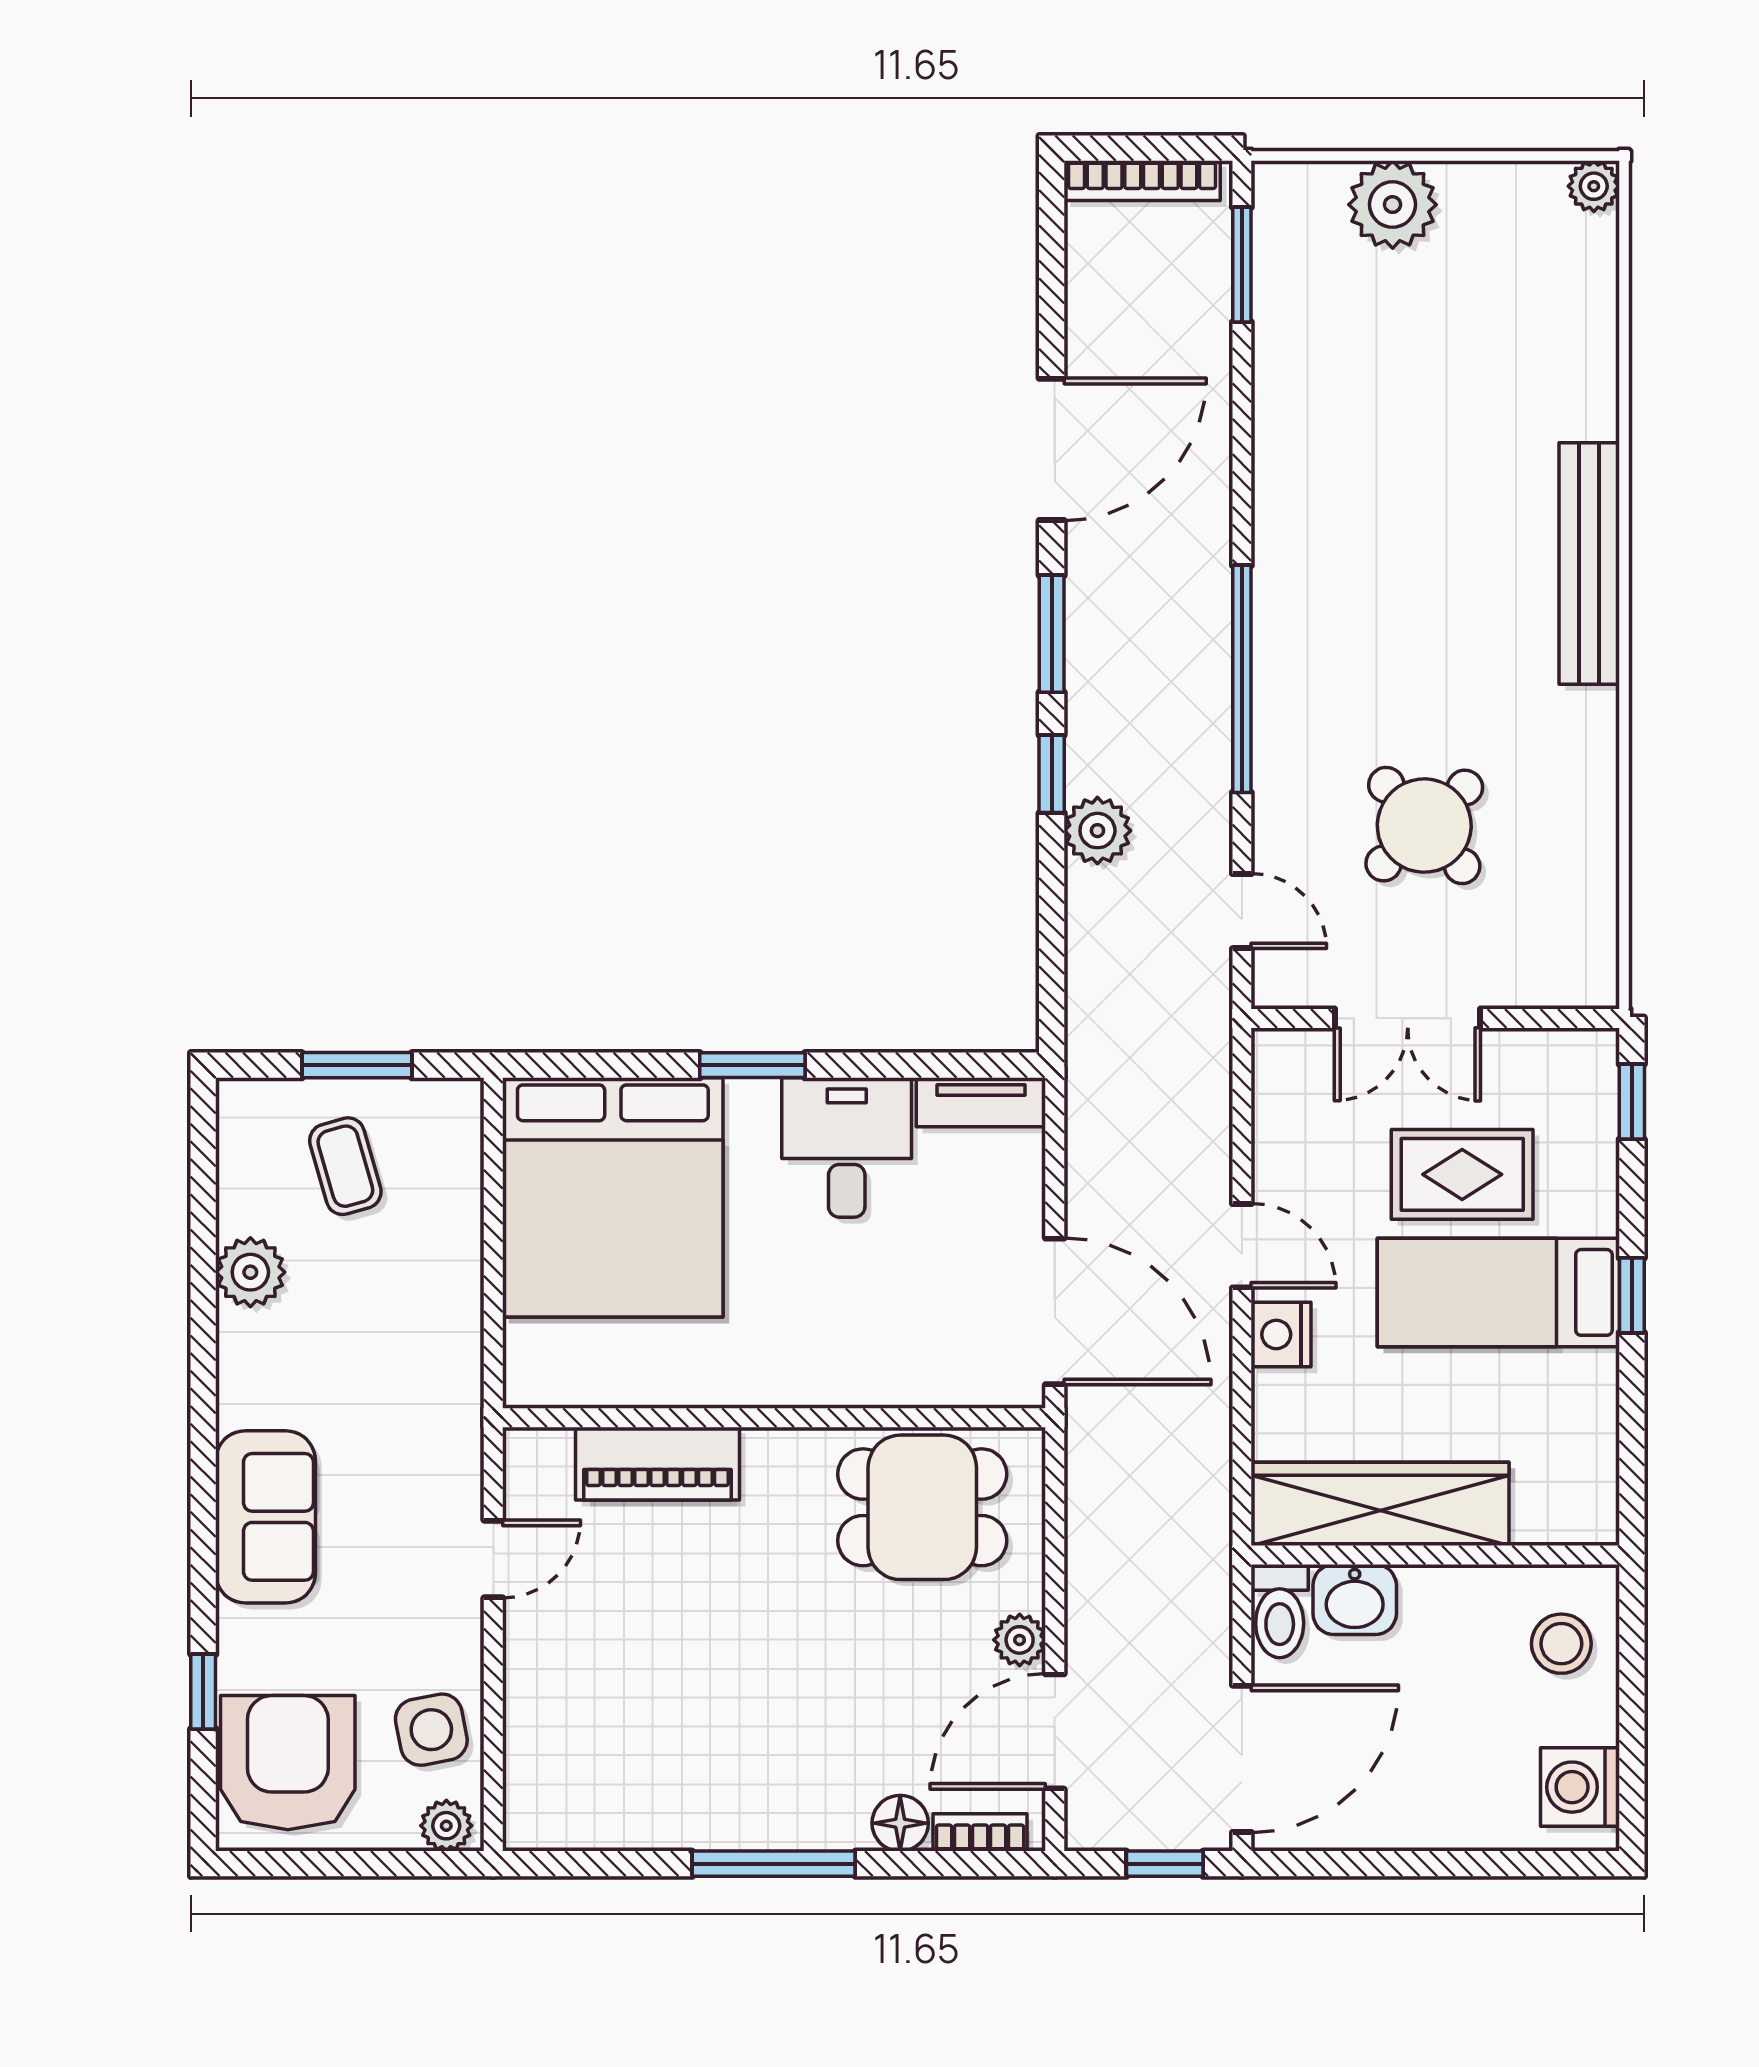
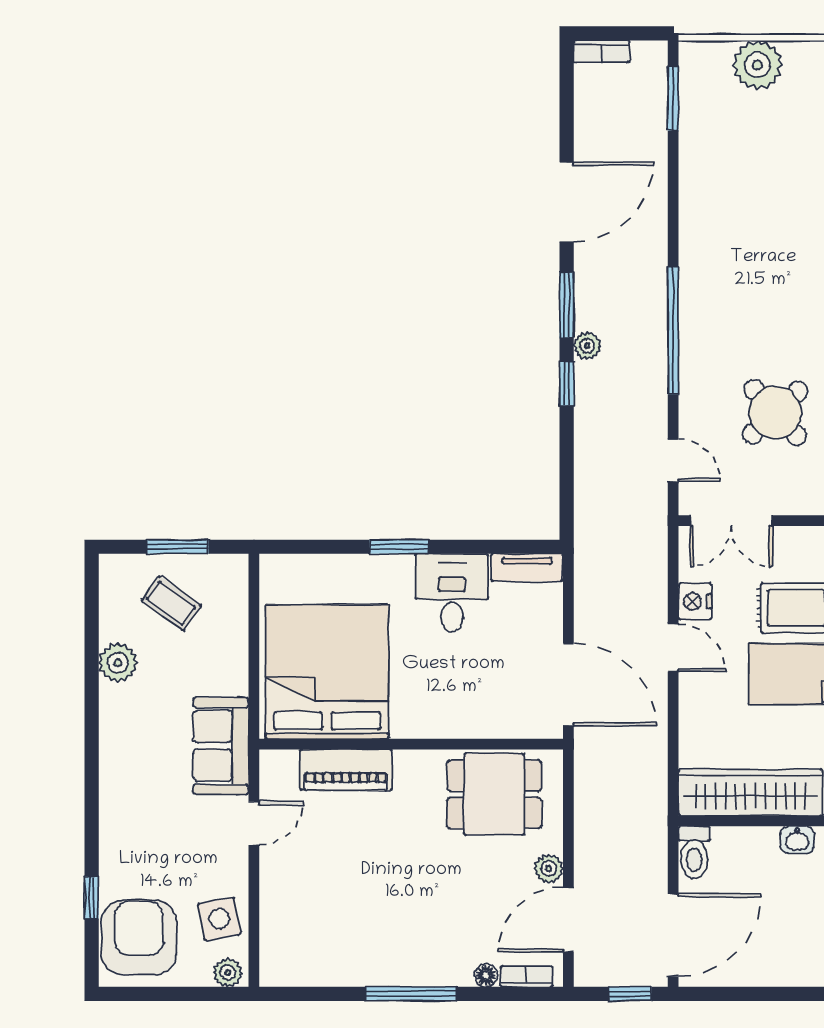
bookcase: (1142, 181) -> (602, 51), width x0.64
plant: (1097, 831) -> (587, 346), moved, width x0.73, depth x0.73
double door: (1408, 1018) -> (731, 521), moved
coffee table: (345, 1166) -> (171, 603), turned -38
bed: (613, 1197) -> (327, 672), moved, turned 180
nightstand: (1281, 1335) -> (695, 601), moved
sofa: (266, 1517) -> (221, 746), moved, turned 180
washbasin: (1355, 1599) -> (797, 840), moved, width x0.72, depth x0.69
floor lamp: (900, 1823) -> (486, 975), width x0.73, depth x0.73

